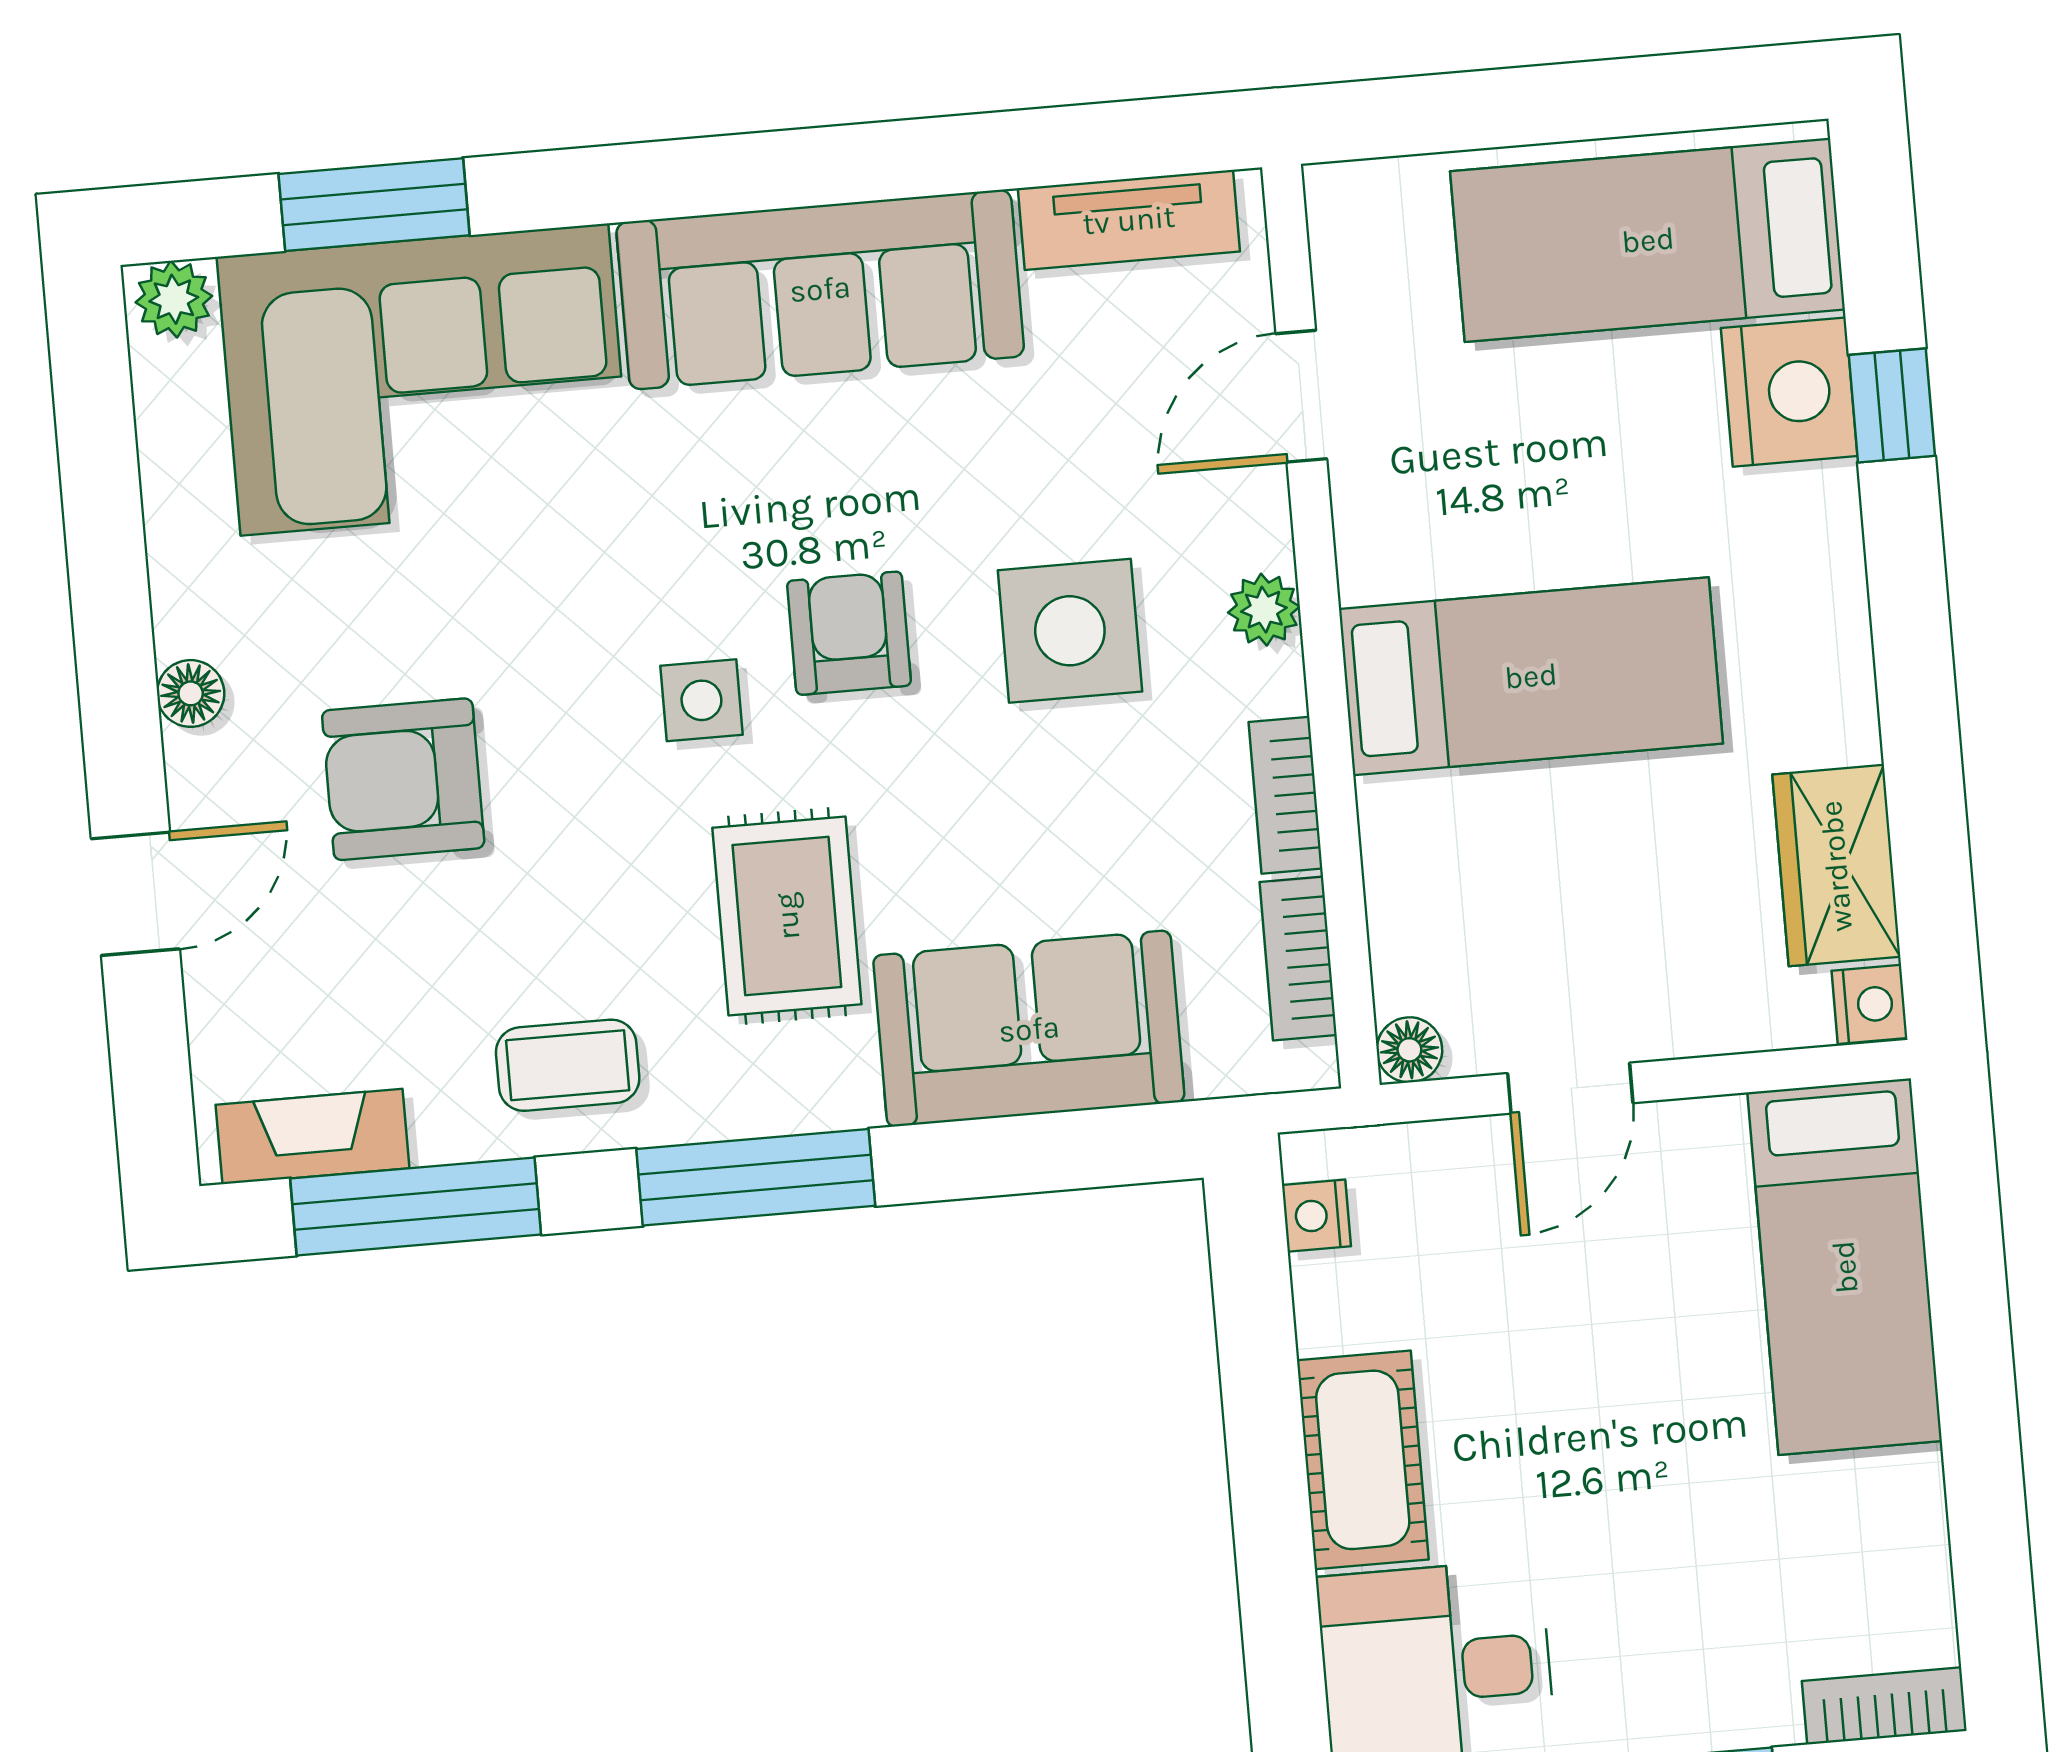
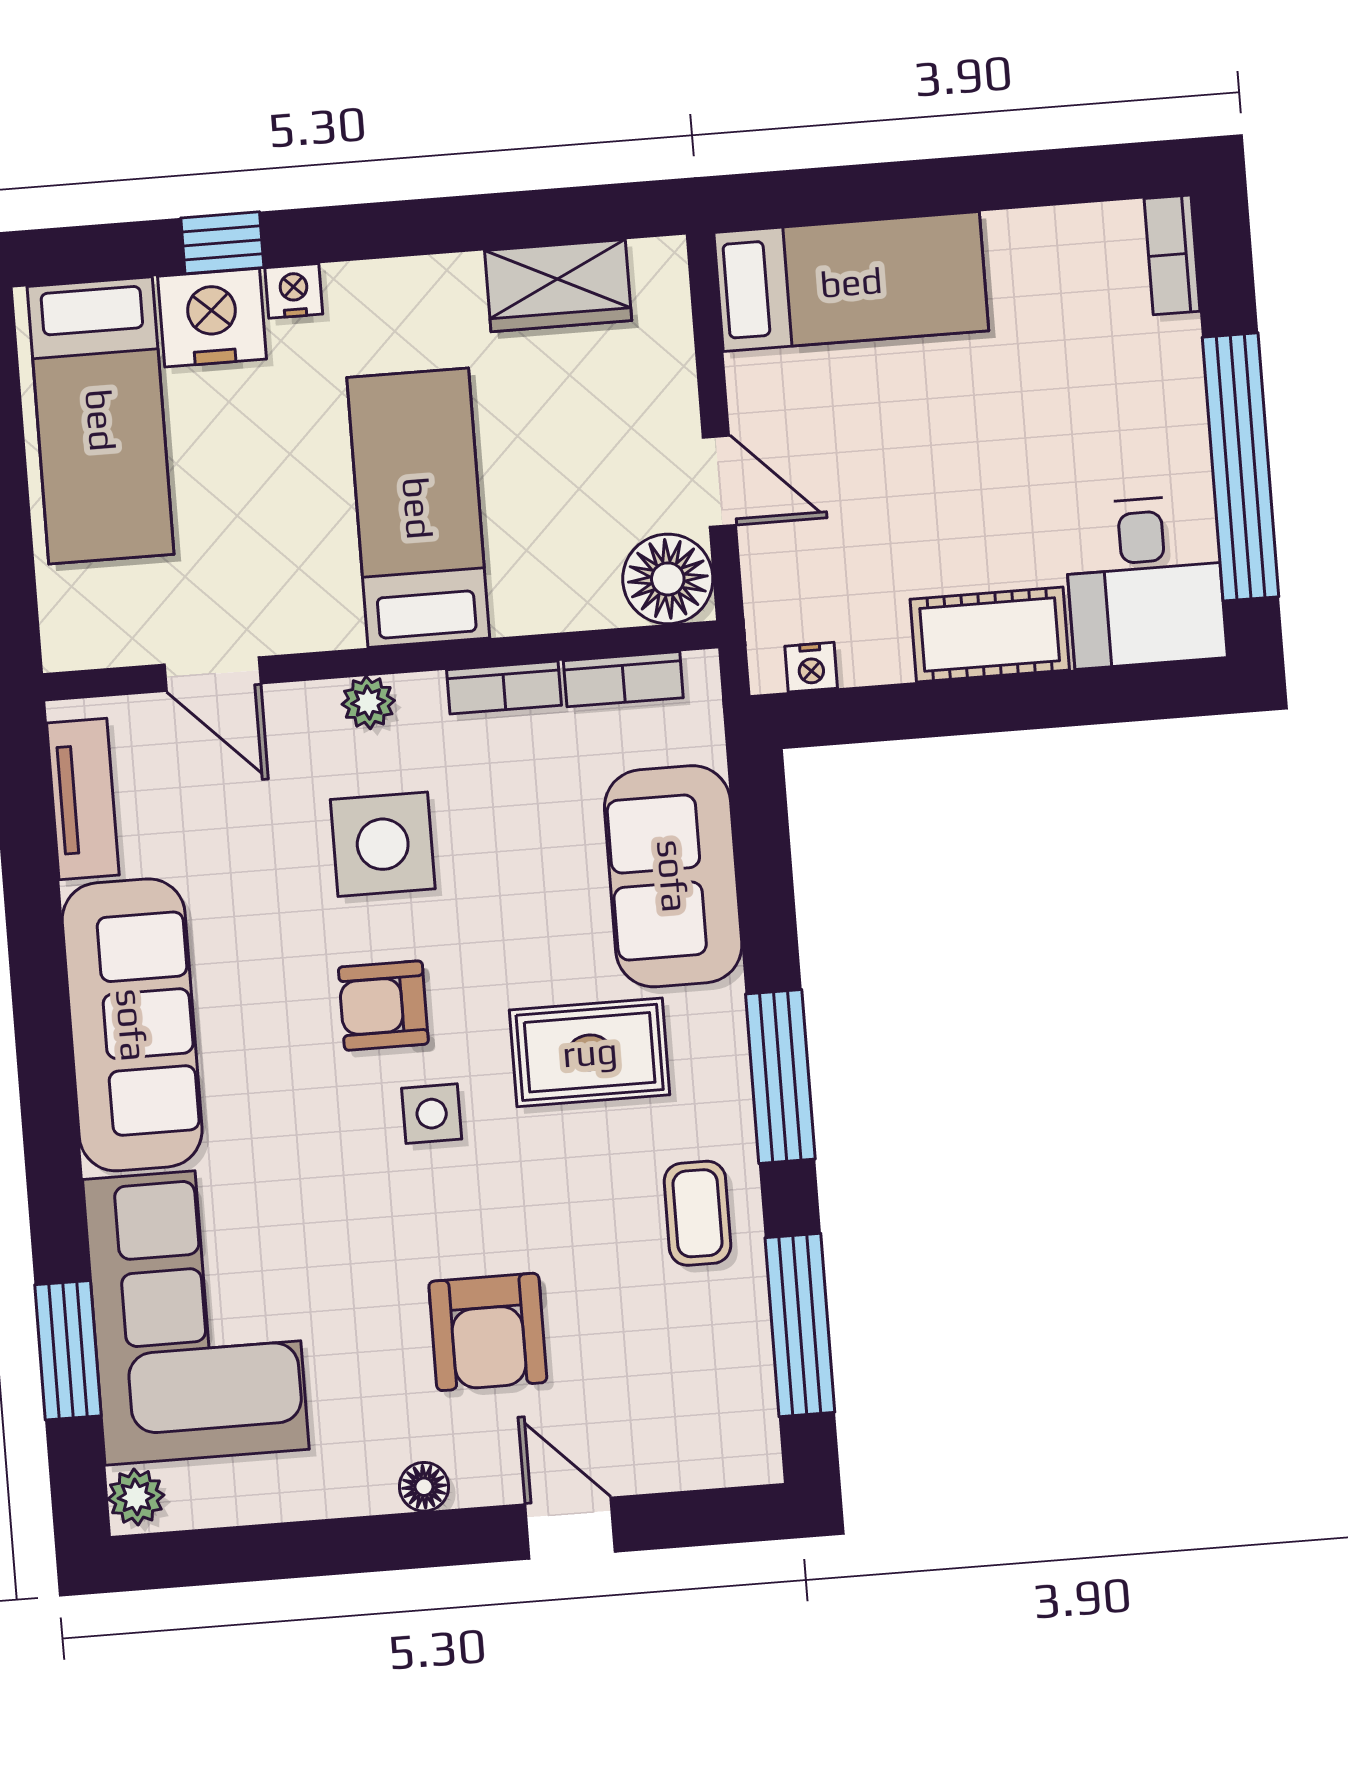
nightstand: (1869, 1004) -> (294, 291), moved
floor lamp: (1409, 1050) -> (668, 579), width x1.89, depth x1.89
fireplace: (313, 1136) -> (748, 1400), removed

